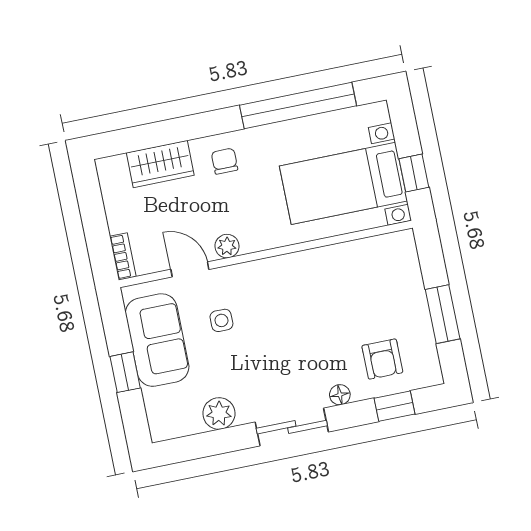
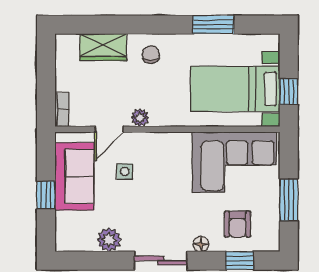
window: (298, 106) -> (213, 25), width x0.47
door: (190, 269) -> (109, 129), swing flipped
corner sofa: (362, 279) -> (234, 162), added

